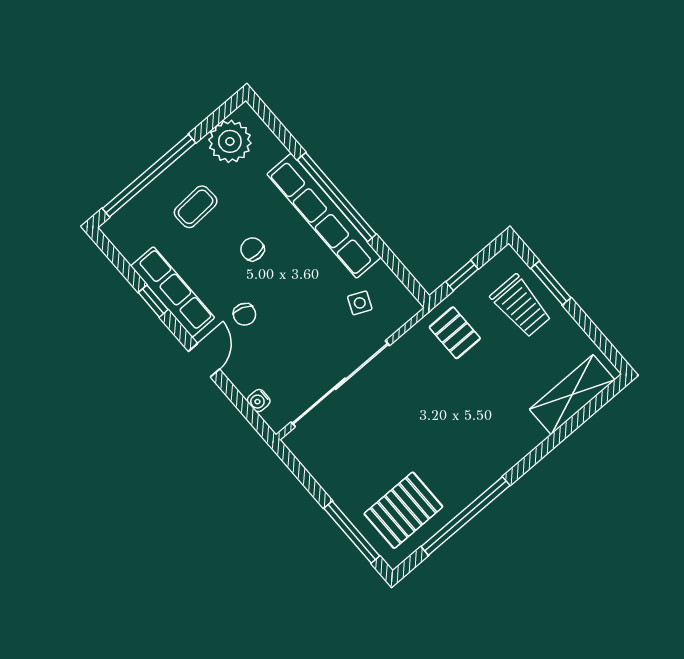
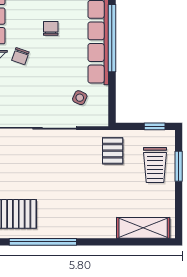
window: (462, 275) -> (155, 126), moved

